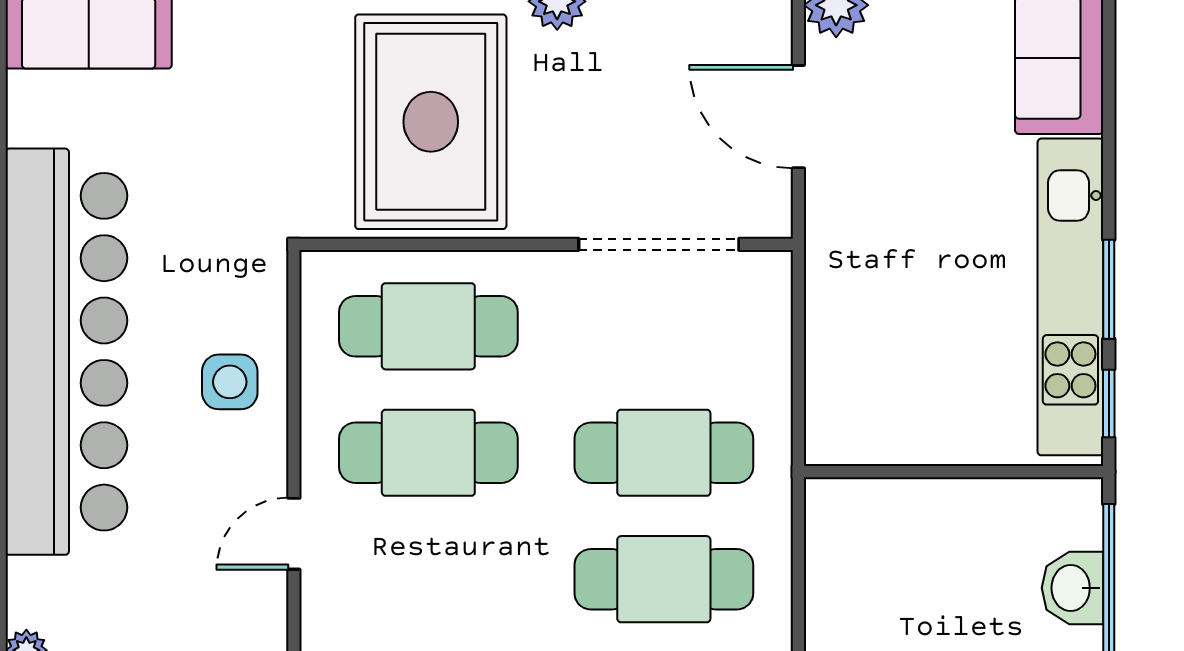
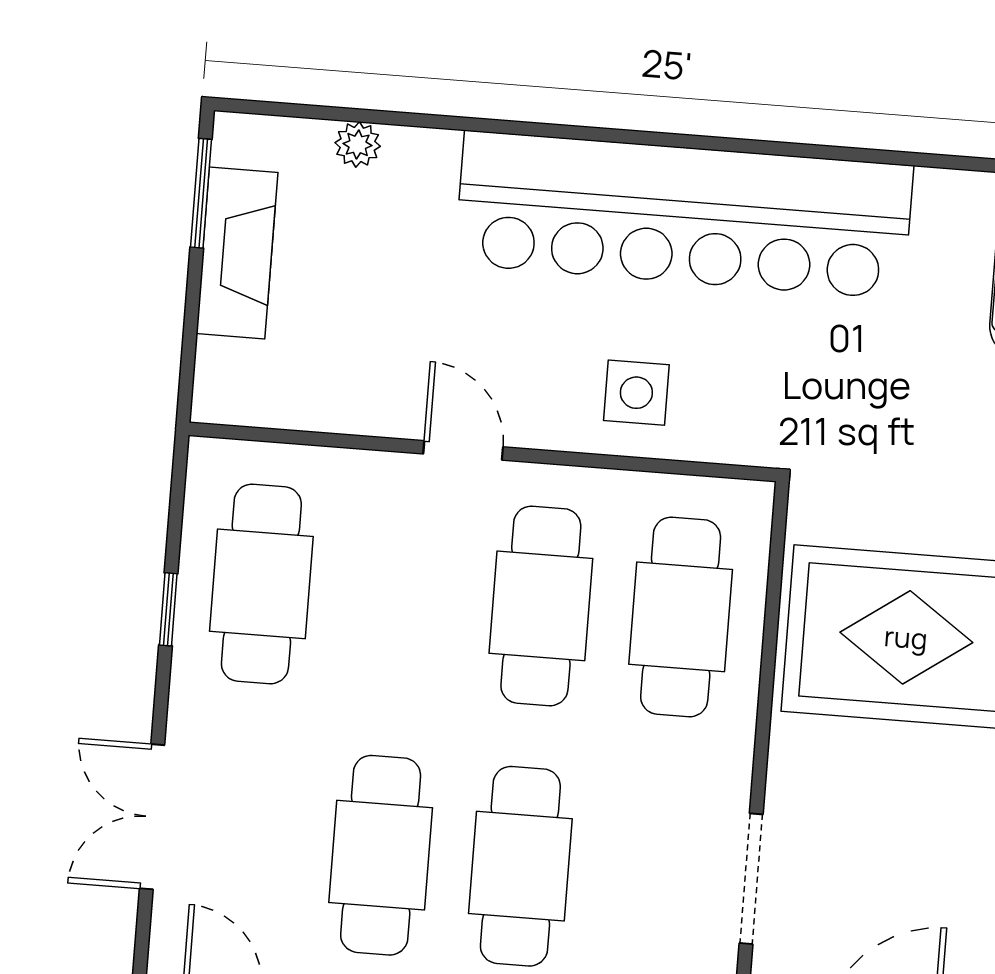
doorway: (659, 244) -> (751, 879), width x0.73

